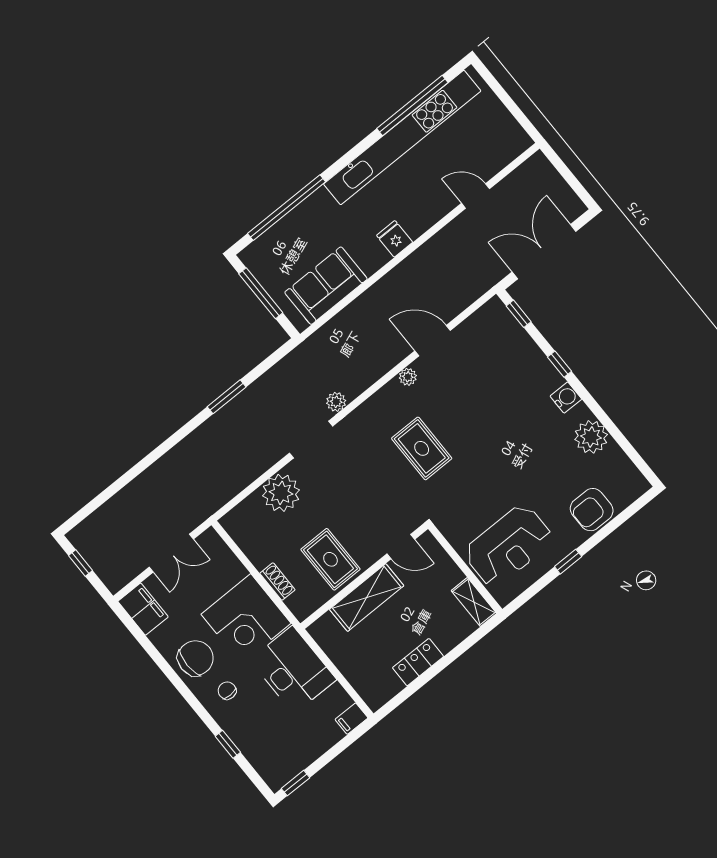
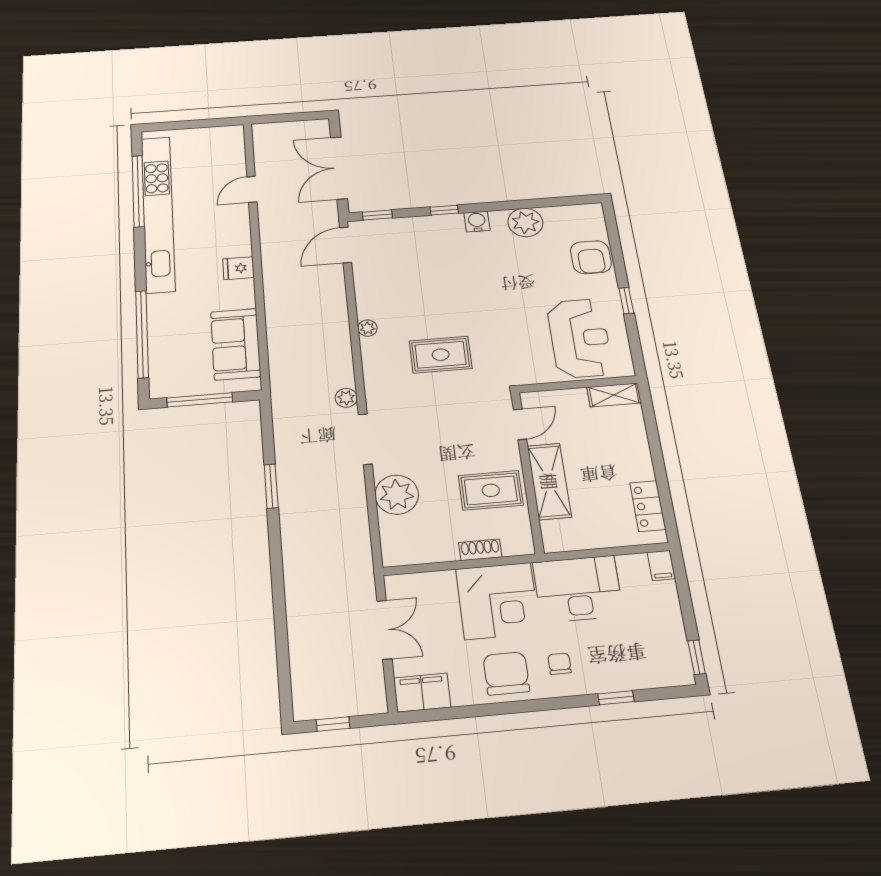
door: (433, 341) -> (346, 245), moved
locker: (418, 662) -> (648, 506), moved
chair: (227, 691) -> (559, 664), turned 90

